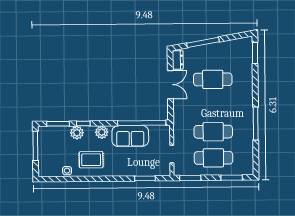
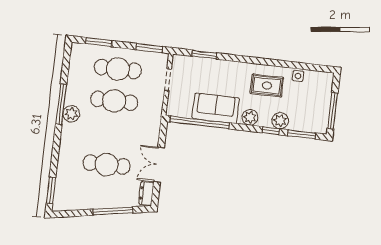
plant: (246, 117) -> (71, 114), added

